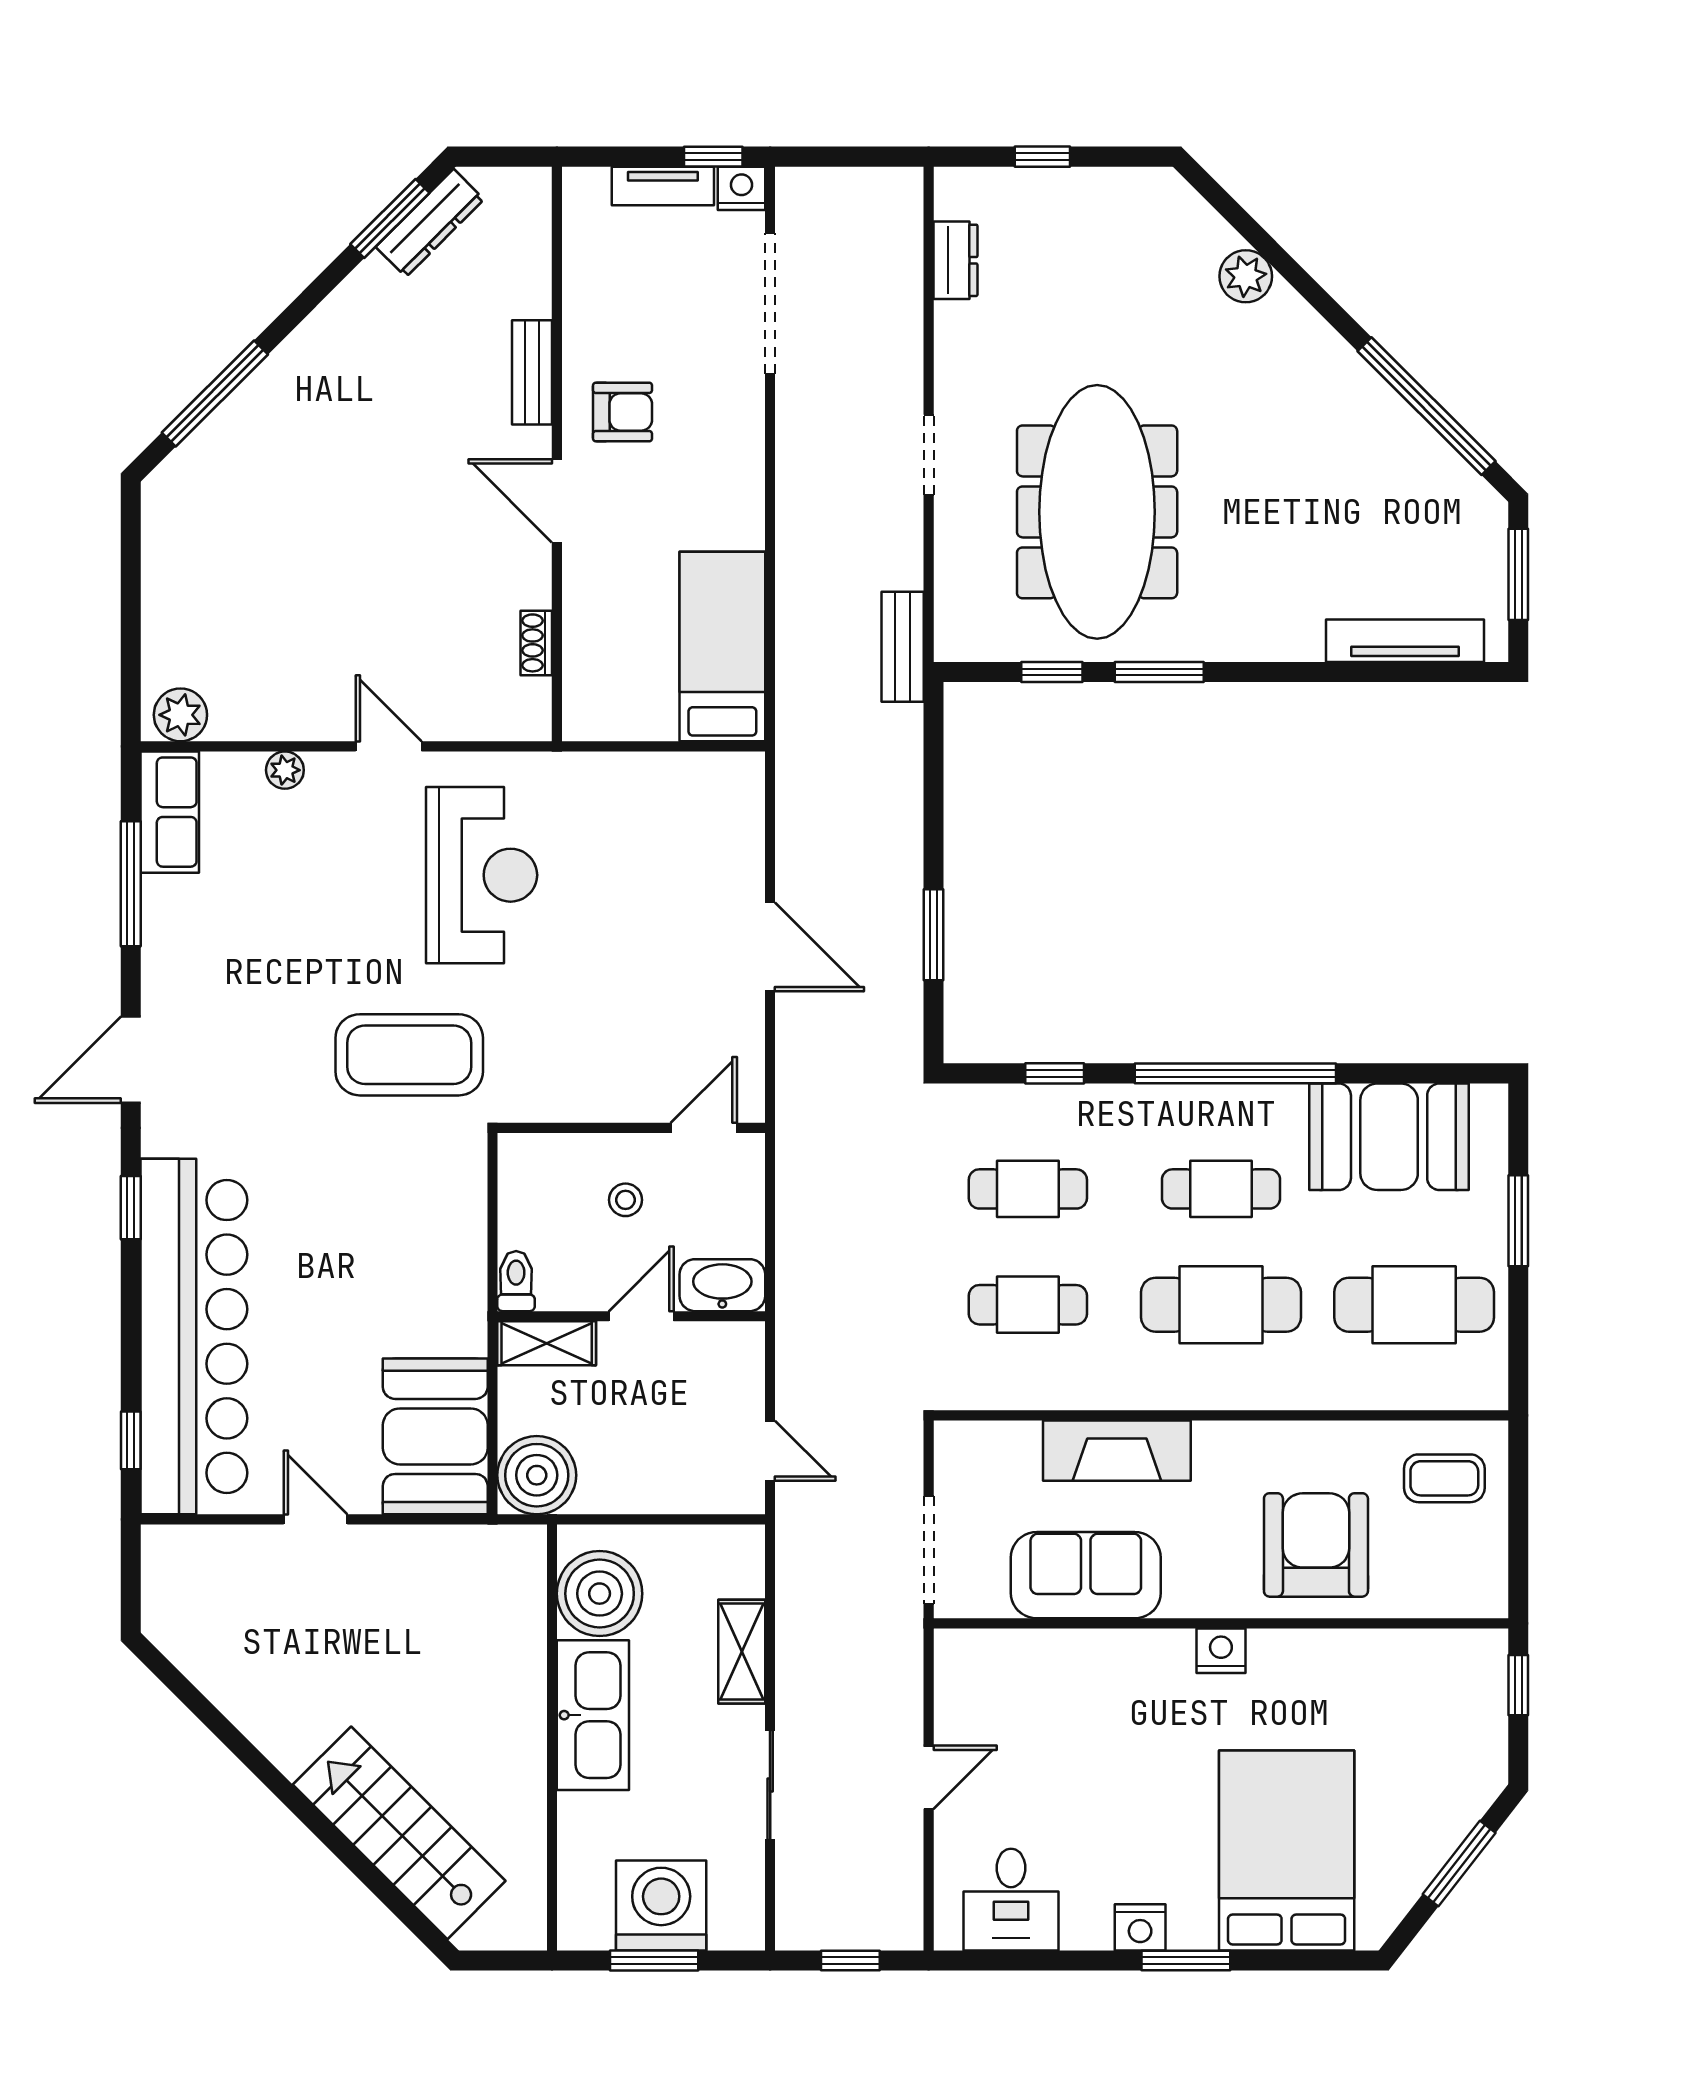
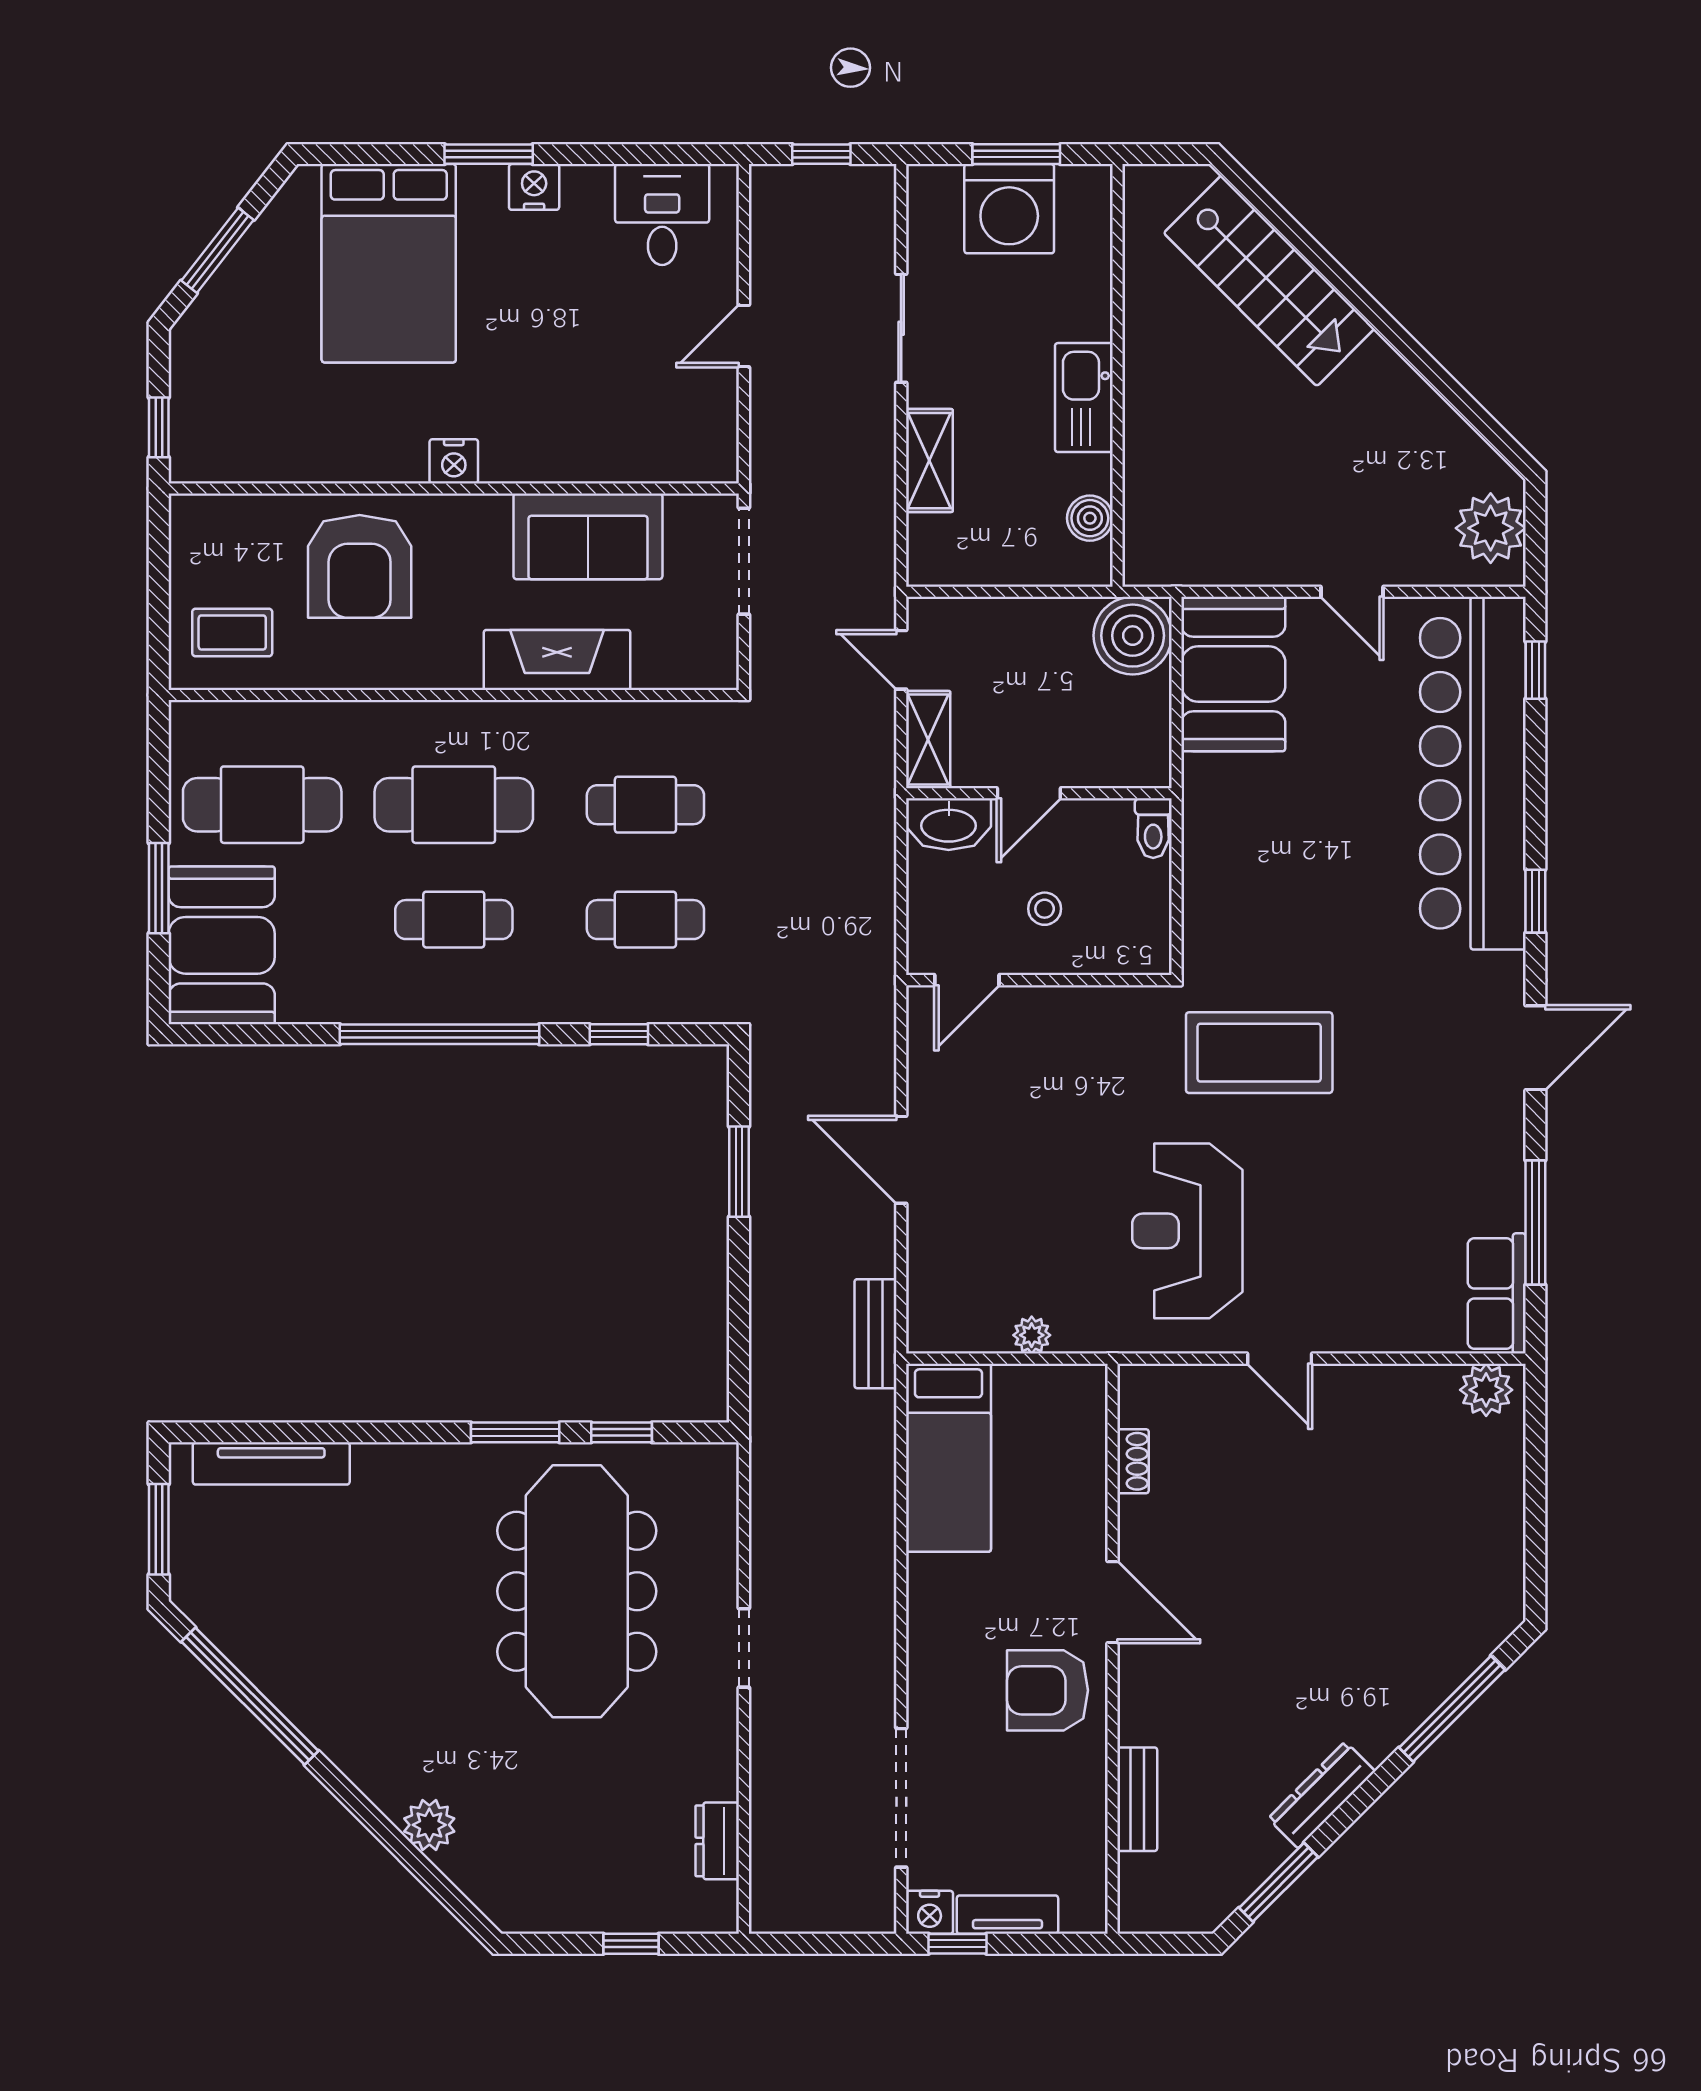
dresser: (430, 223) -> (1322, 1795), moved
bench: (532, 372) -> (1137, 1799), moved
armchair: (623, 412) -> (1048, 1690), width x1.38, depth x1.38
bench: (903, 647) -> (875, 1334), moved
plant: (285, 770) -> (1032, 1335), moved
booth: (1389, 1137) -> (222, 945), moved, turned 90
shelving: (547, 1343) -> (928, 740), moved, turned 90
plant: (176, 1583) -> (1491, 528), added
boiler: (600, 1594) -> (1090, 518), width x0.54, depth x0.54
kitchen sink: (593, 1715) -> (1084, 398), width x0.73, depth x0.81

